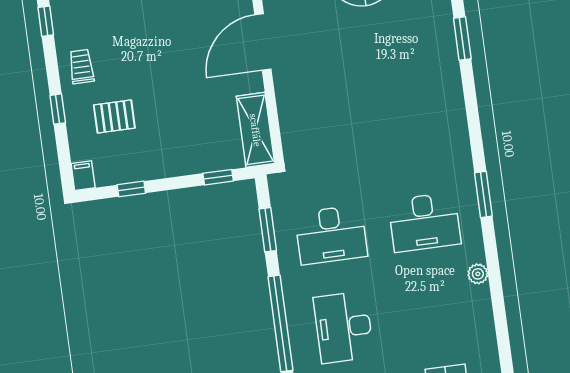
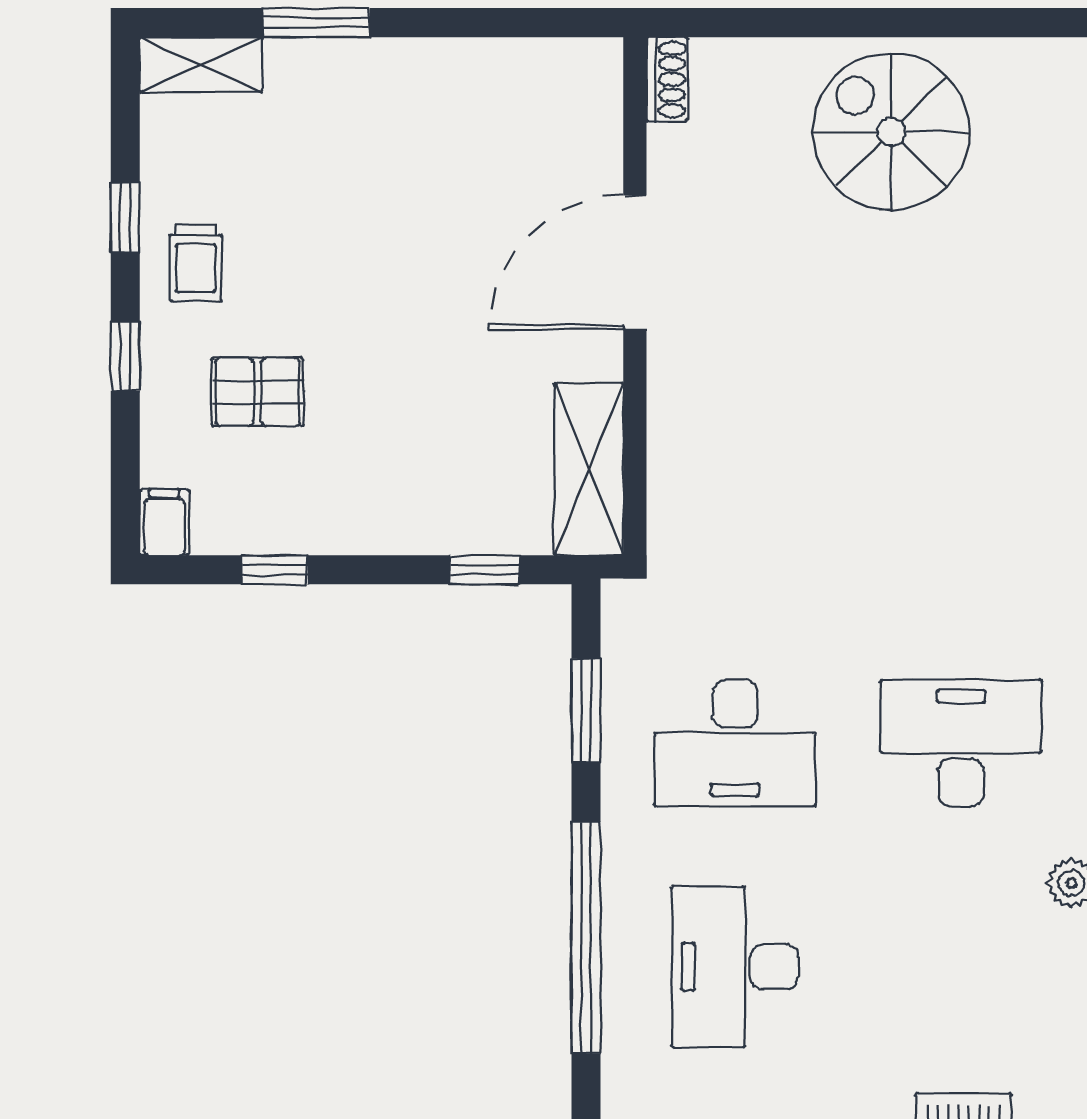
window: (46, 21) -> (125, 217), moved
trolley: (81, 67) -> (196, 263), turned 180
desk: (424, 222) -> (961, 743), turned 180

